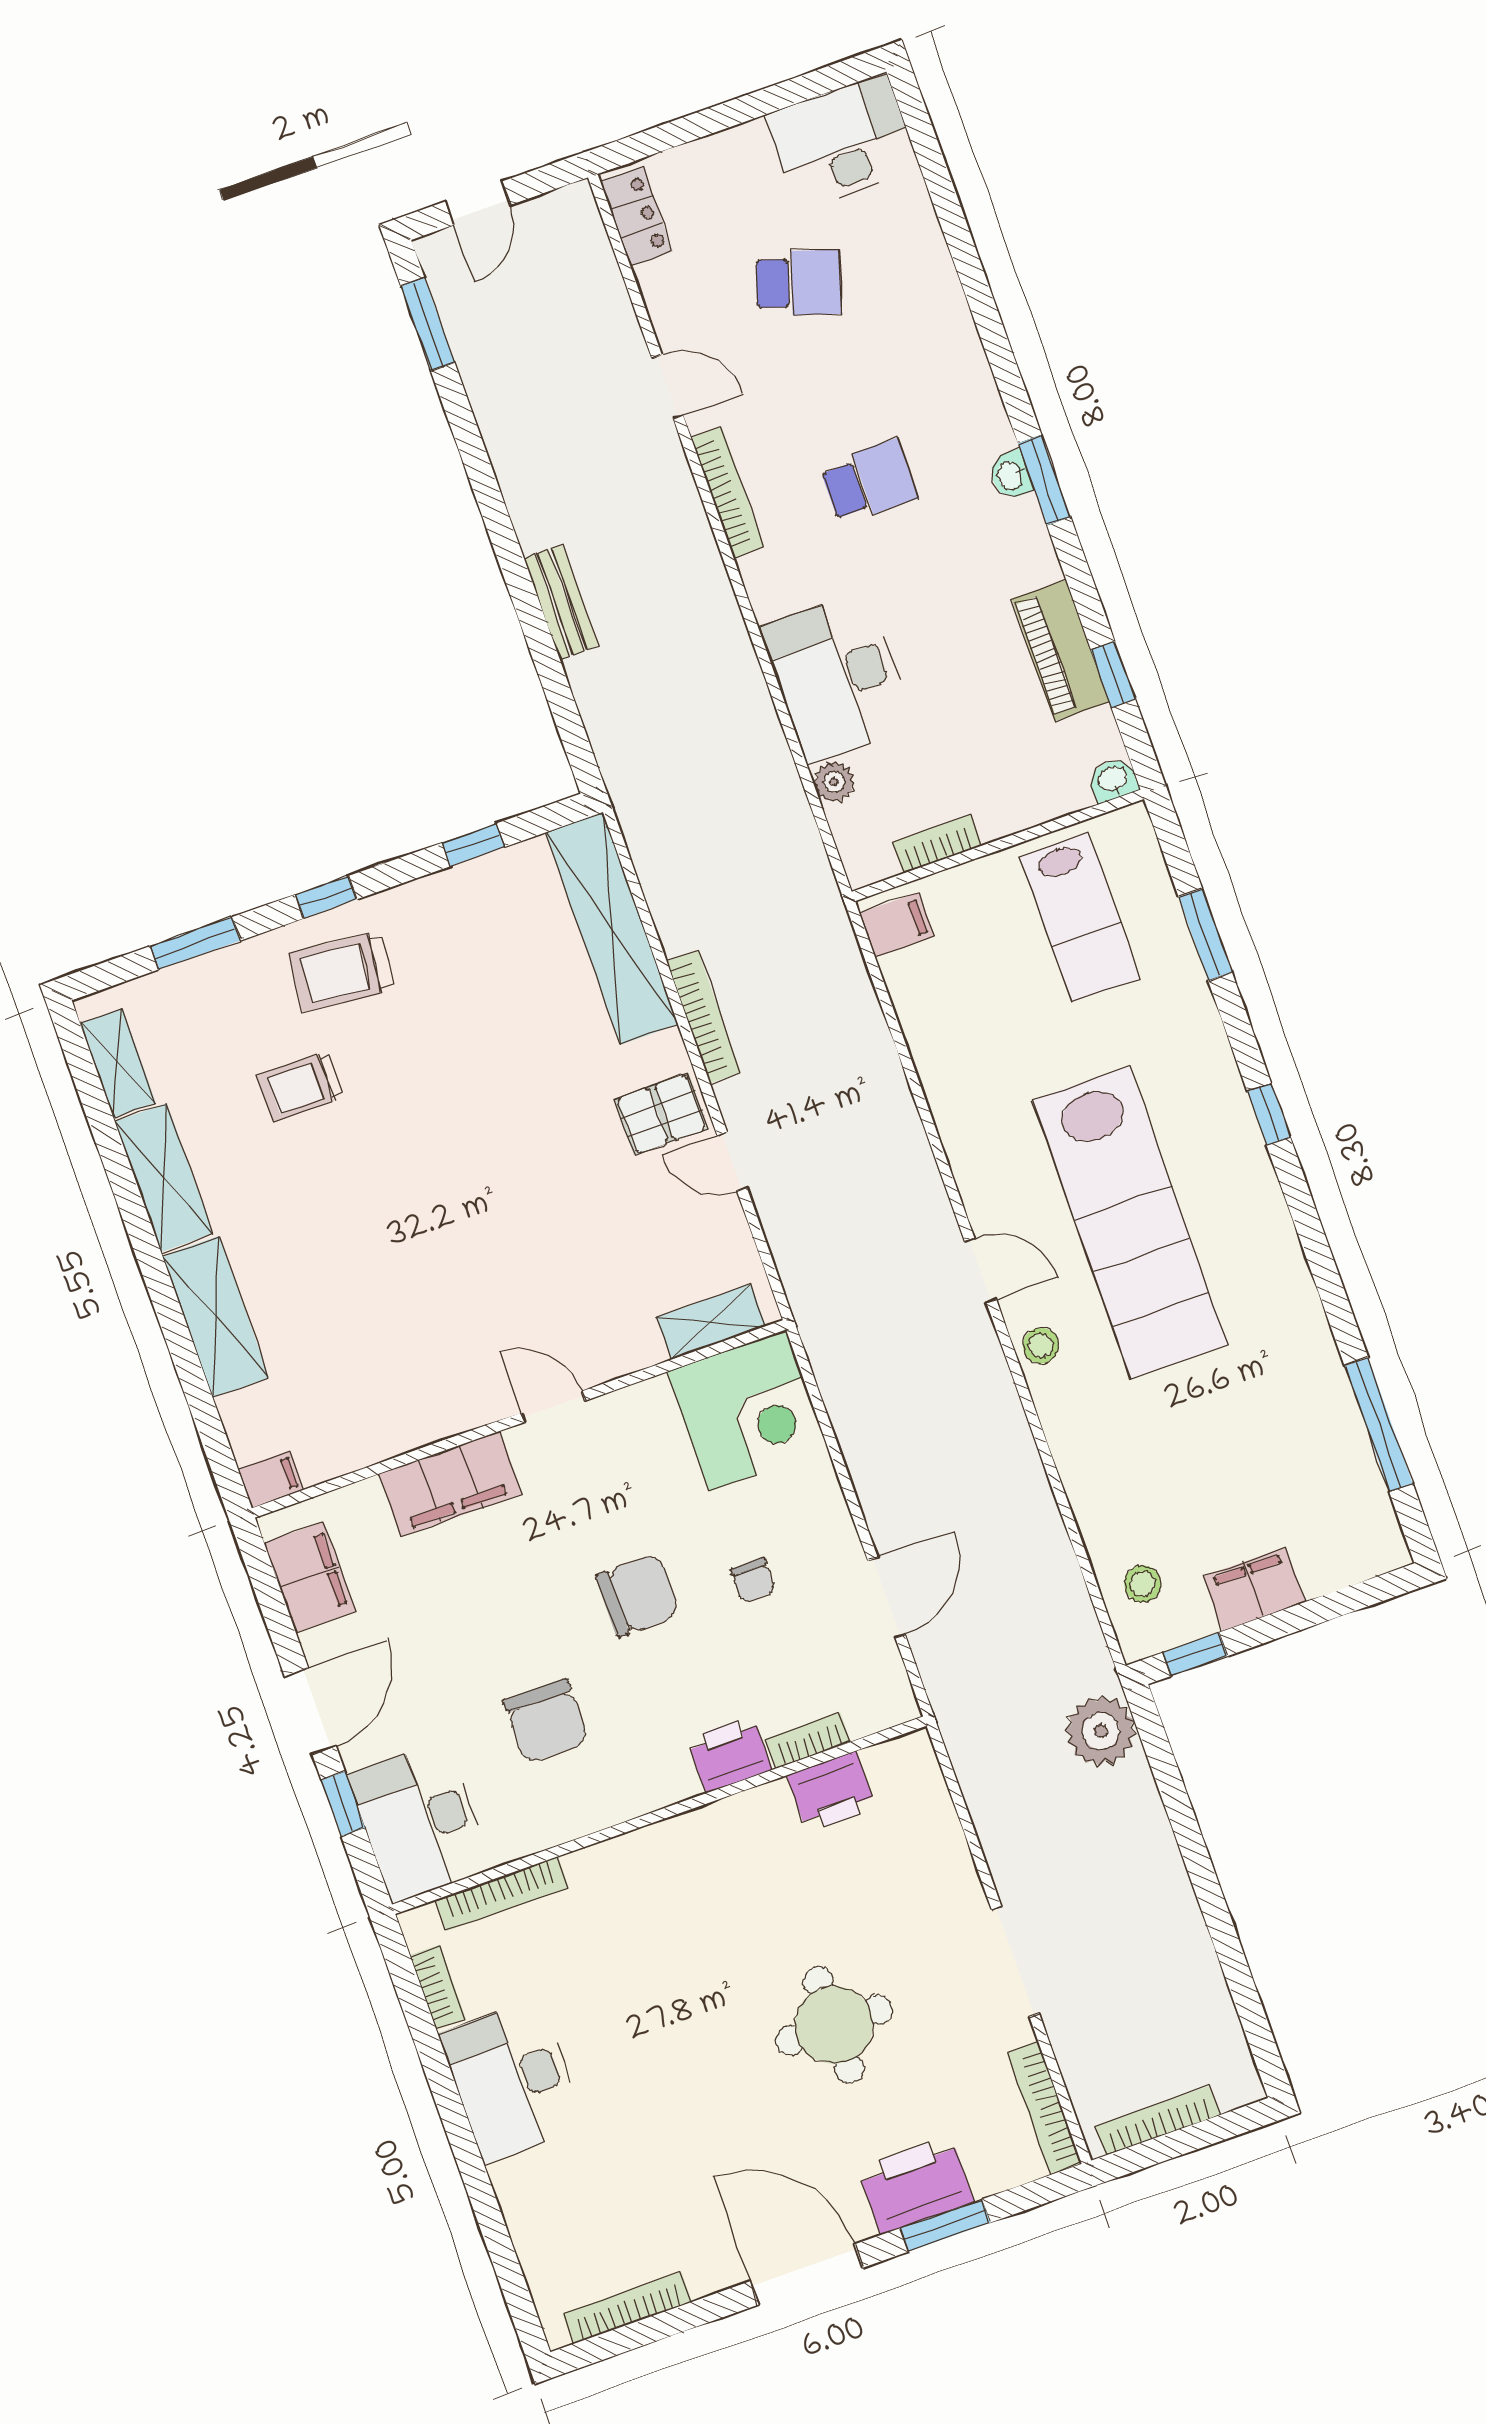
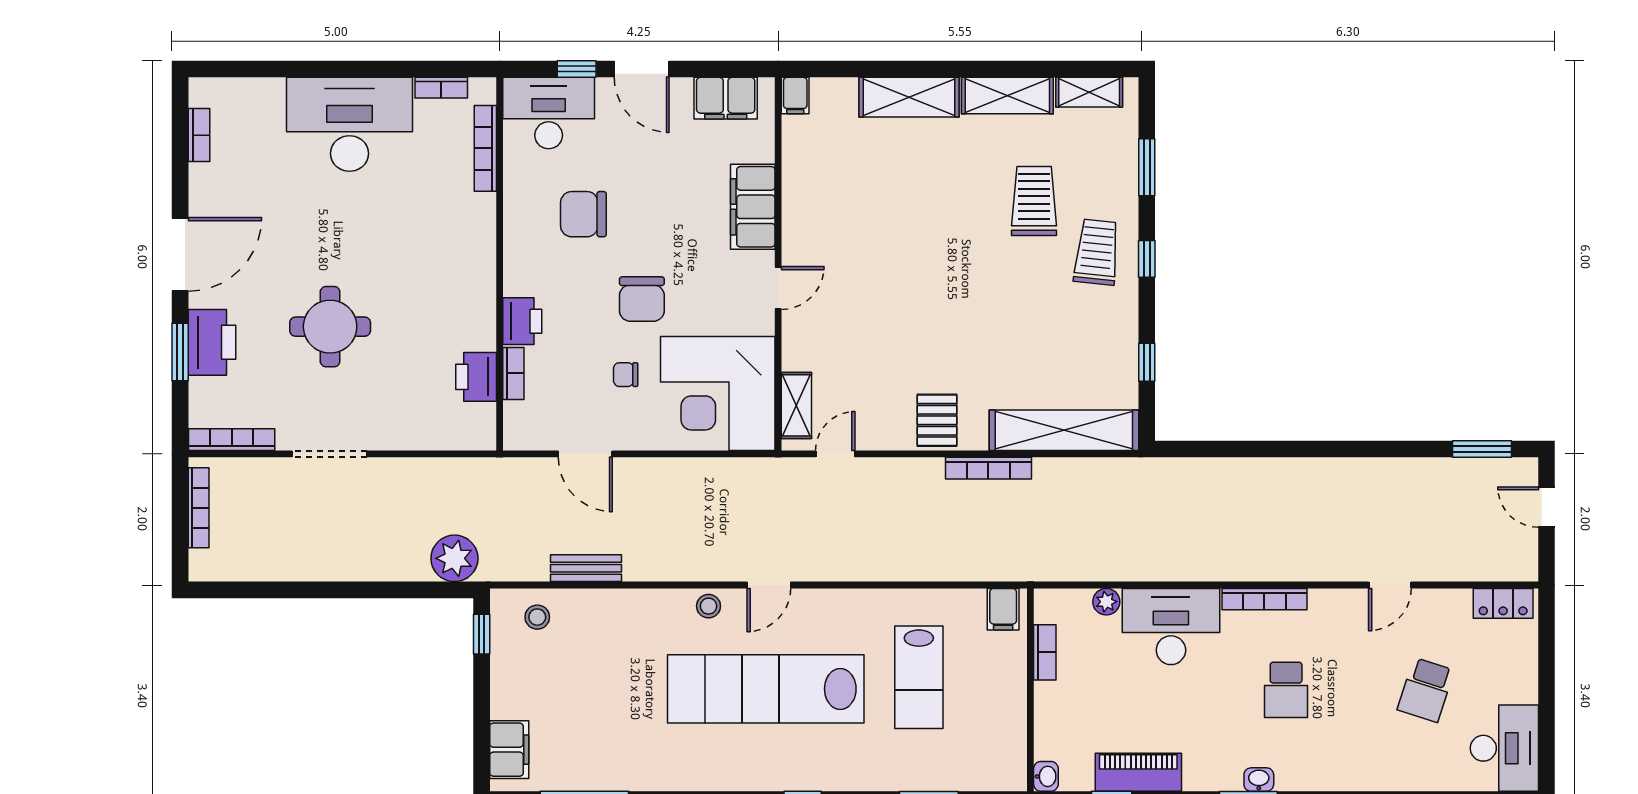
bookcase: (727, 492) -> (1264, 599), moved
bench: (561, 602) -> (586, 568), moved
lab bench: (1080, 918) -> (919, 677), moved, turned -90
trolley: (301, 1086) -> (1034, 201), width x1.36, depth x1.39
door: (732, 1161) -> (835, 454), moved
corner desk: (748, 1410) -> (718, 394), width x1.36, depth x1.36
filing cabinet: (1254, 1589) -> (509, 750), moved
desk: (512, 2081) -> (350, 124), width x1.36, depth x1.30
bookcase: (627, 2308) -> (199, 135), width x0.64

